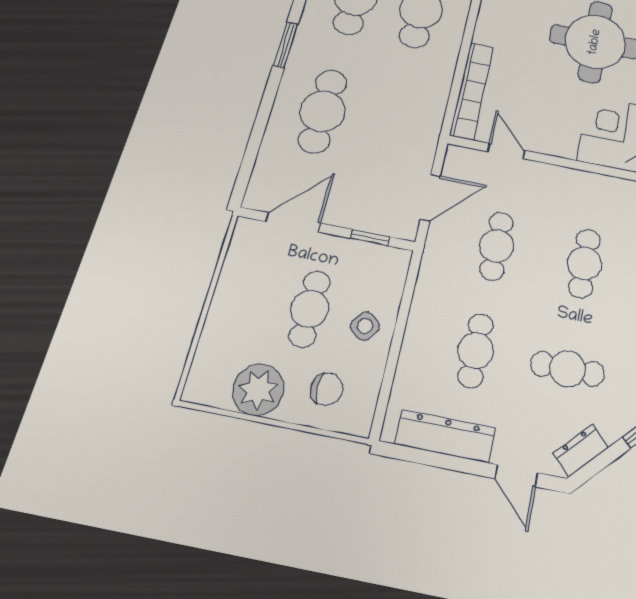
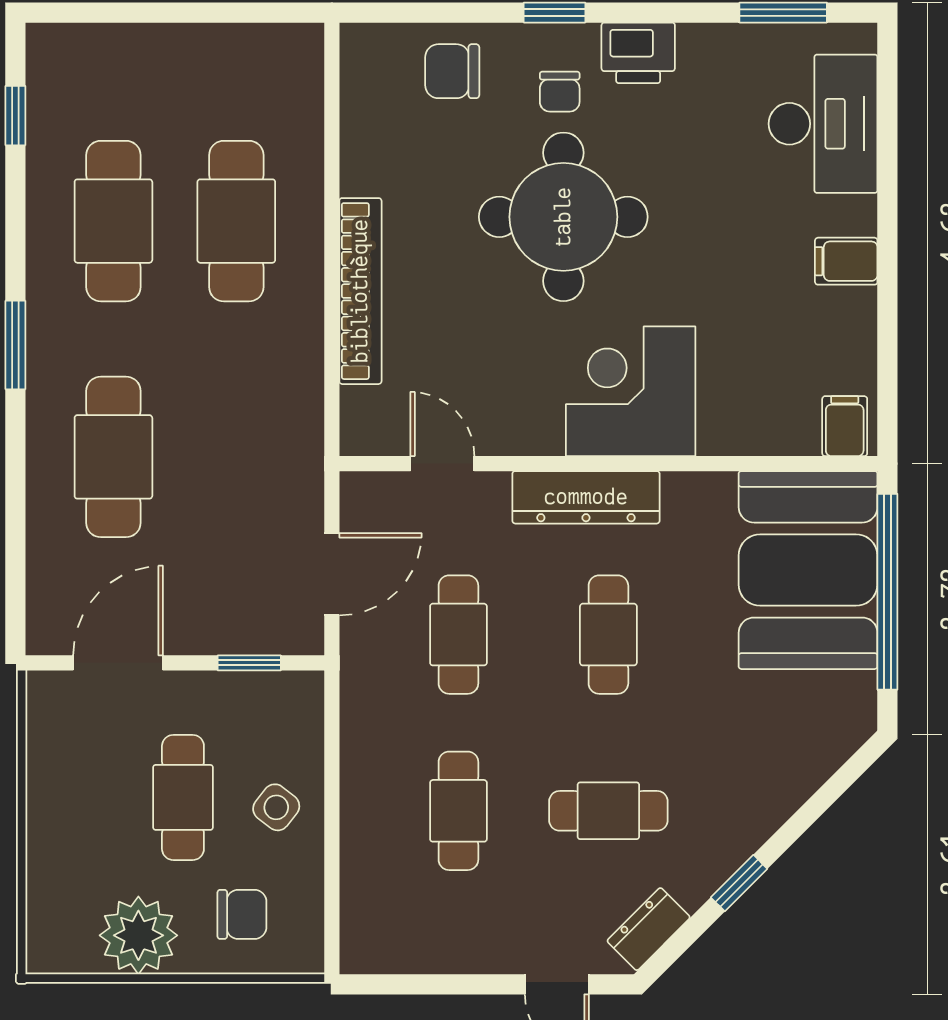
bookcase: (472, 91) -> (360, 291), moved
dresser: (445, 436) -> (586, 497), moved, turned 180

